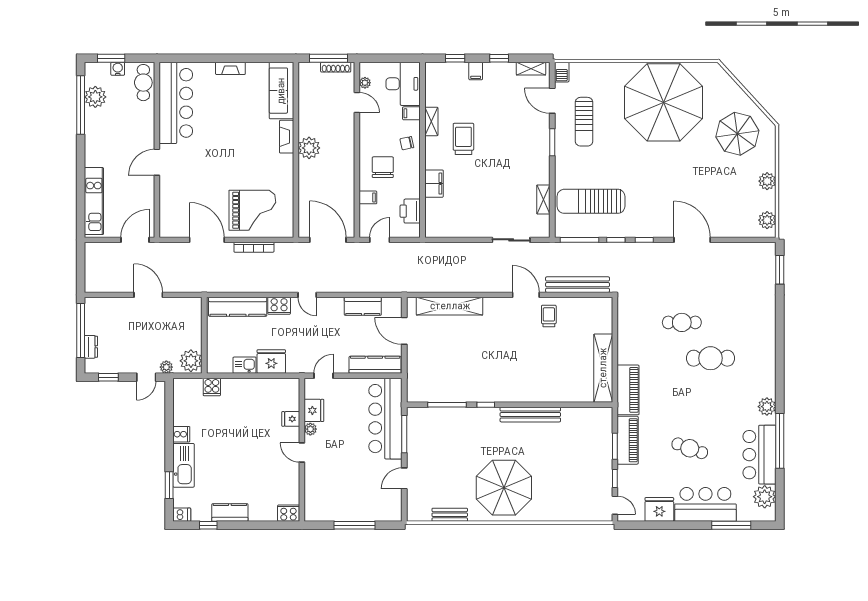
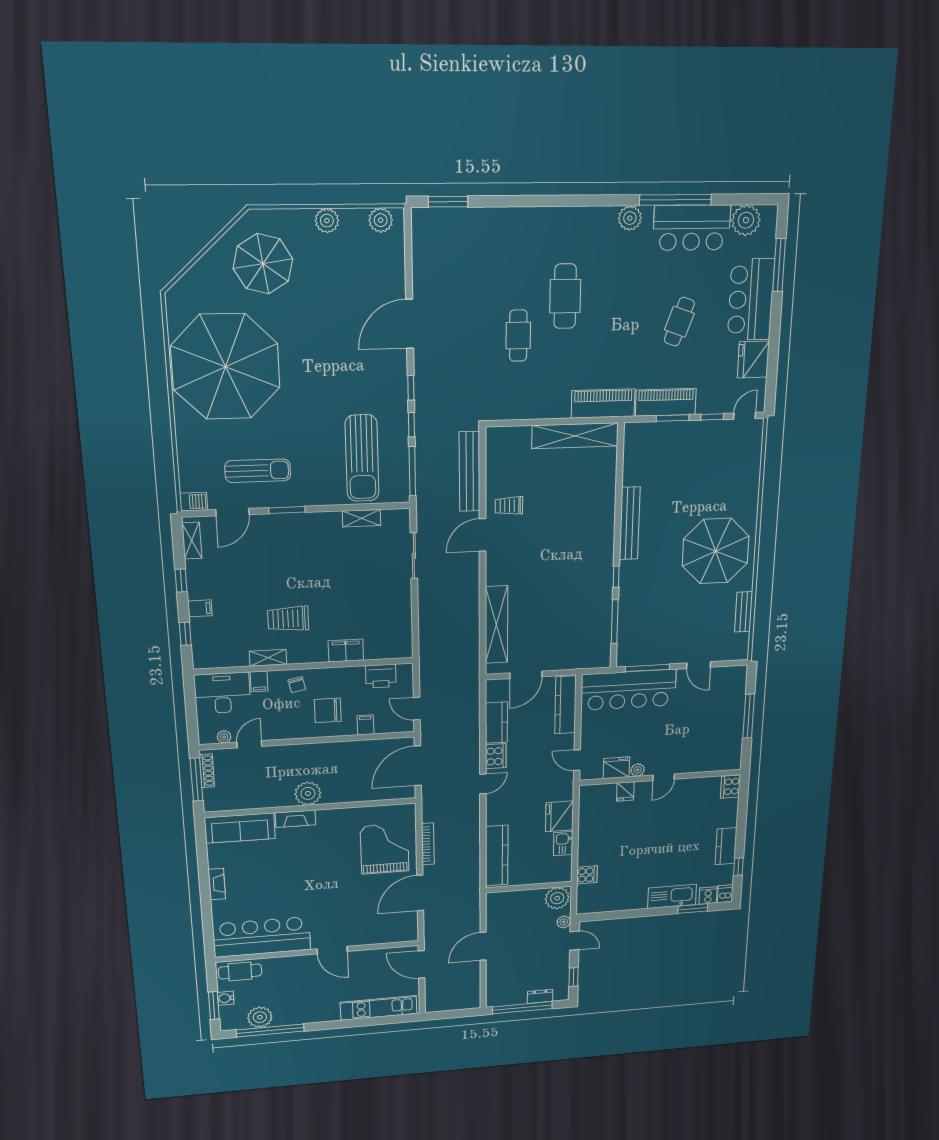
cooker: (279, 306) -> (496, 756), moved
cooker: (181, 434) -> (708, 896), moved

